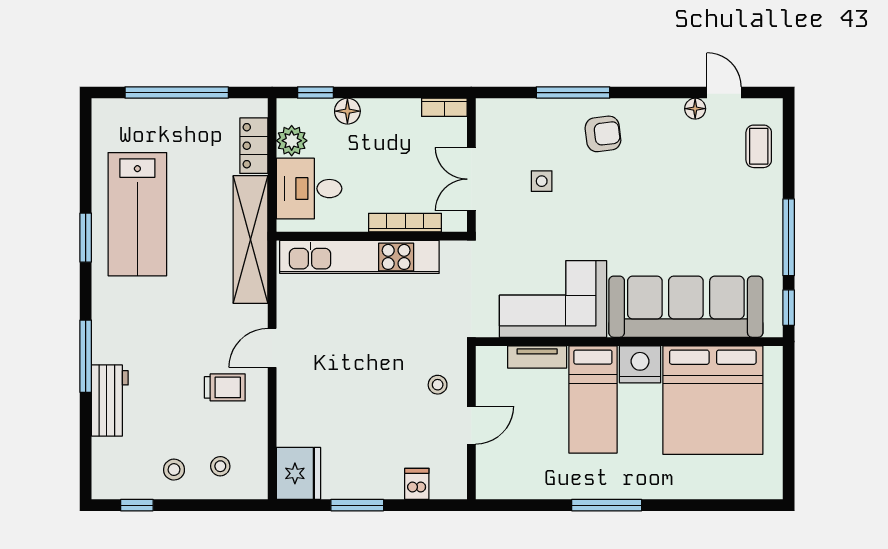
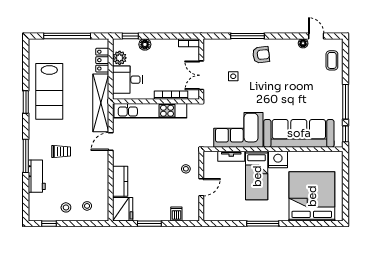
door: (272, 348) -> (111, 141), moved
trolley: (225, 387) -> (61, 152), moved
bed: (713, 400) -> (312, 196), moved, turned 180
kitchen counter: (293, 412) -> (120, 181), added

